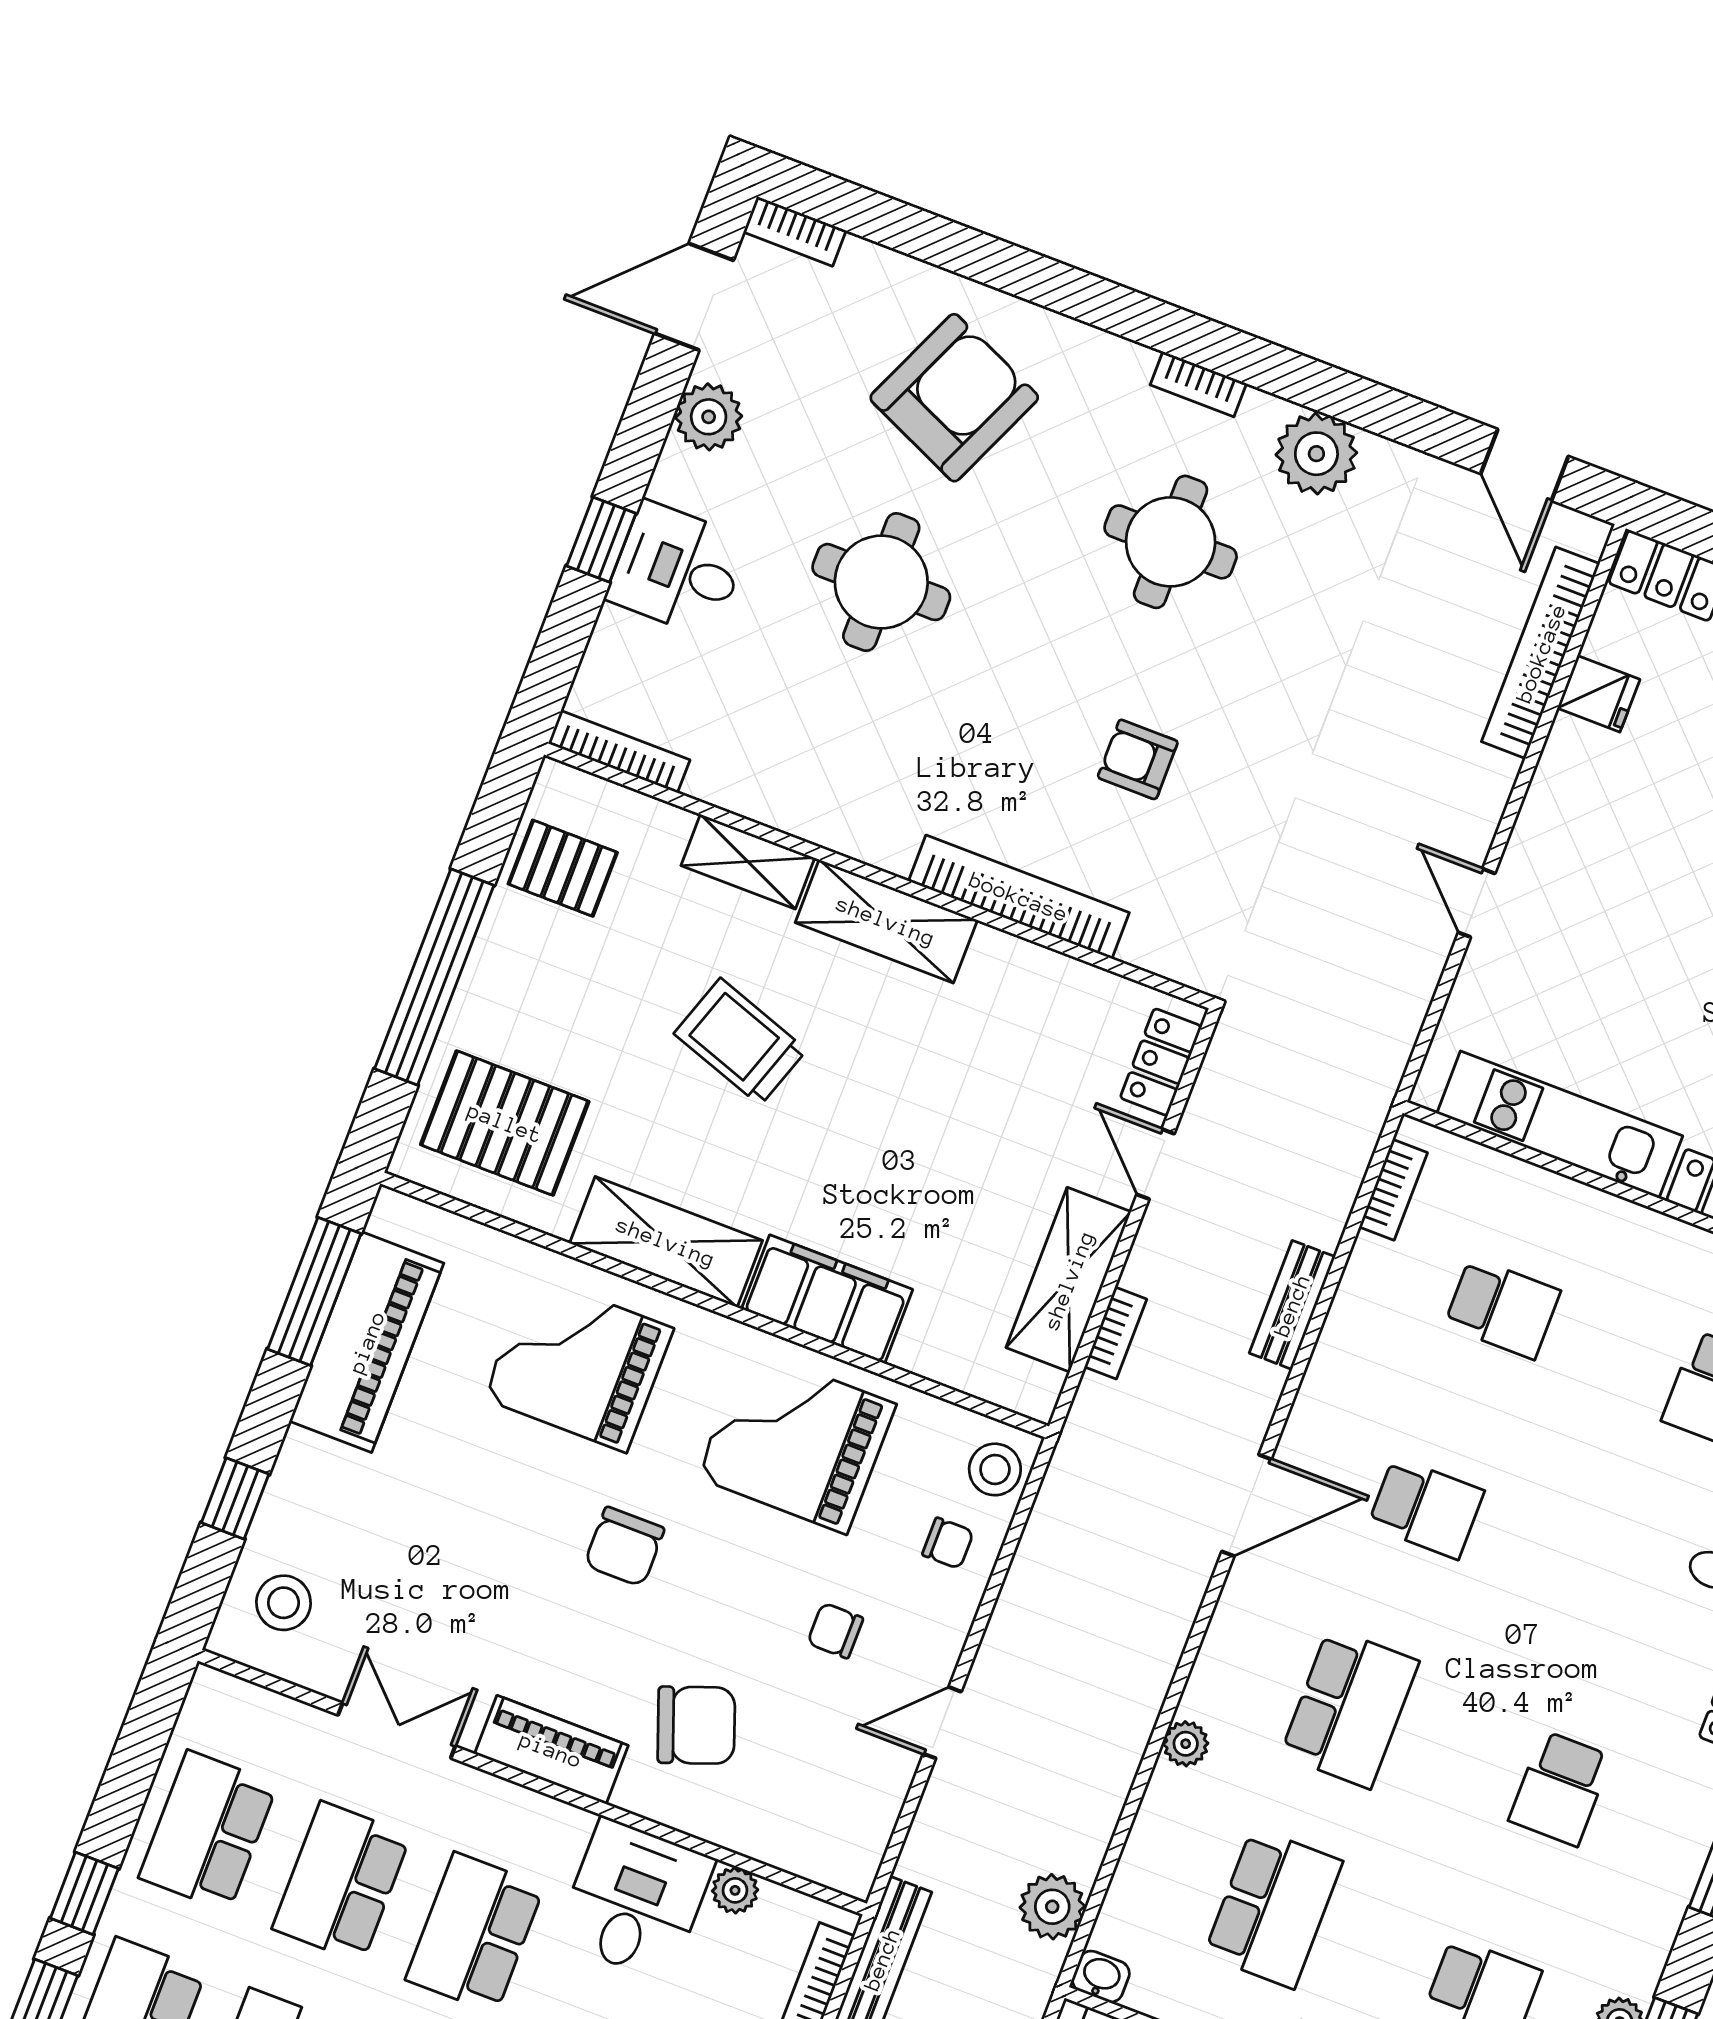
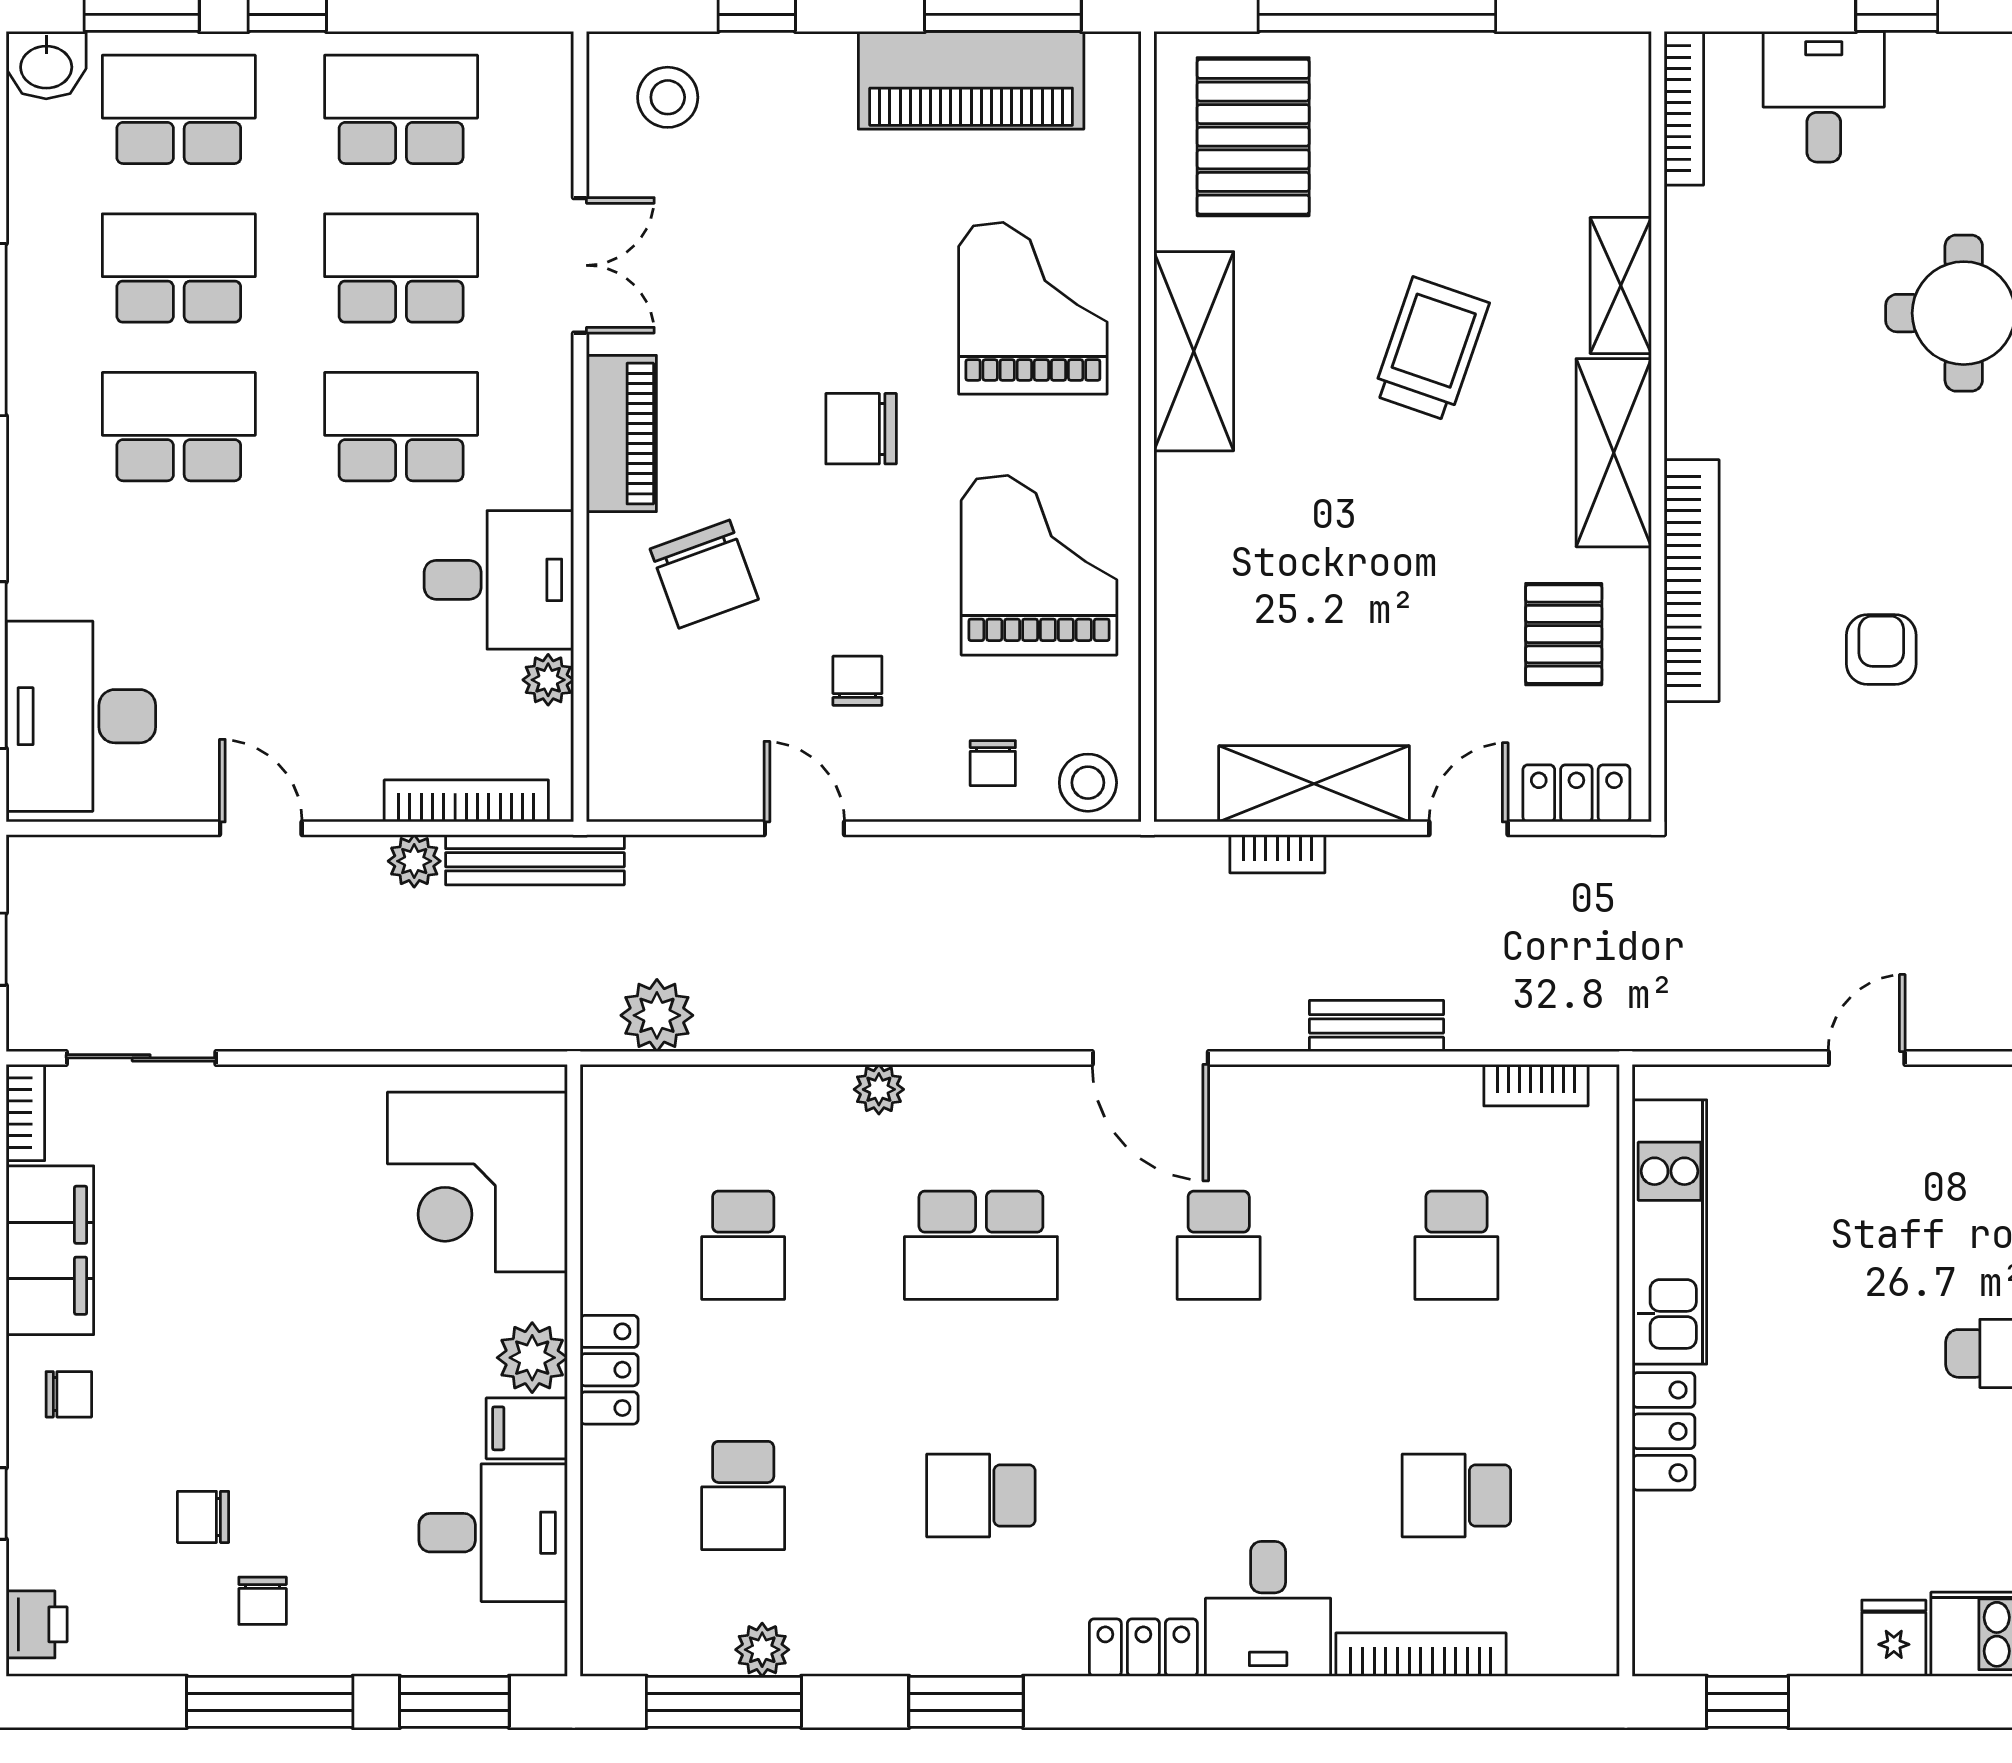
desk: (678, 569) -> (1824, 97), moved
pallet: (563, 868) -> (1564, 634), moved
filing cabinet: (827, 1299) -> (1198, 541), removed
school desk: (1273, 1908) -> (743, 1245), width x0.54
washbasin: (1101, 1977) -> (604, 1094), removed

